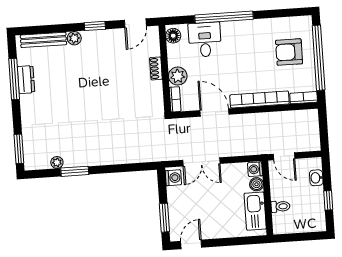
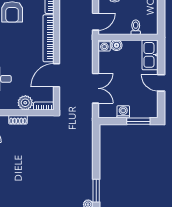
washing machine: (173, 178) -> (123, 112), moved
kitchen sink: (255, 211) -> (150, 55), moved, turned 90
door: (191, 244) -> (161, 83), moved

